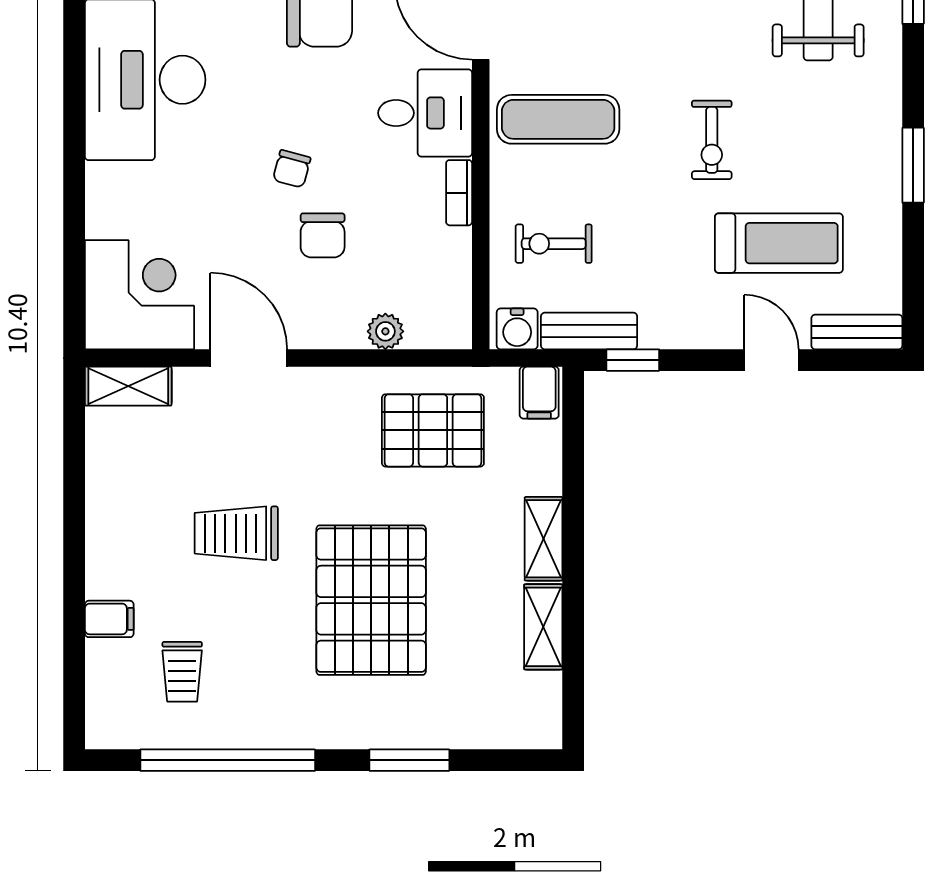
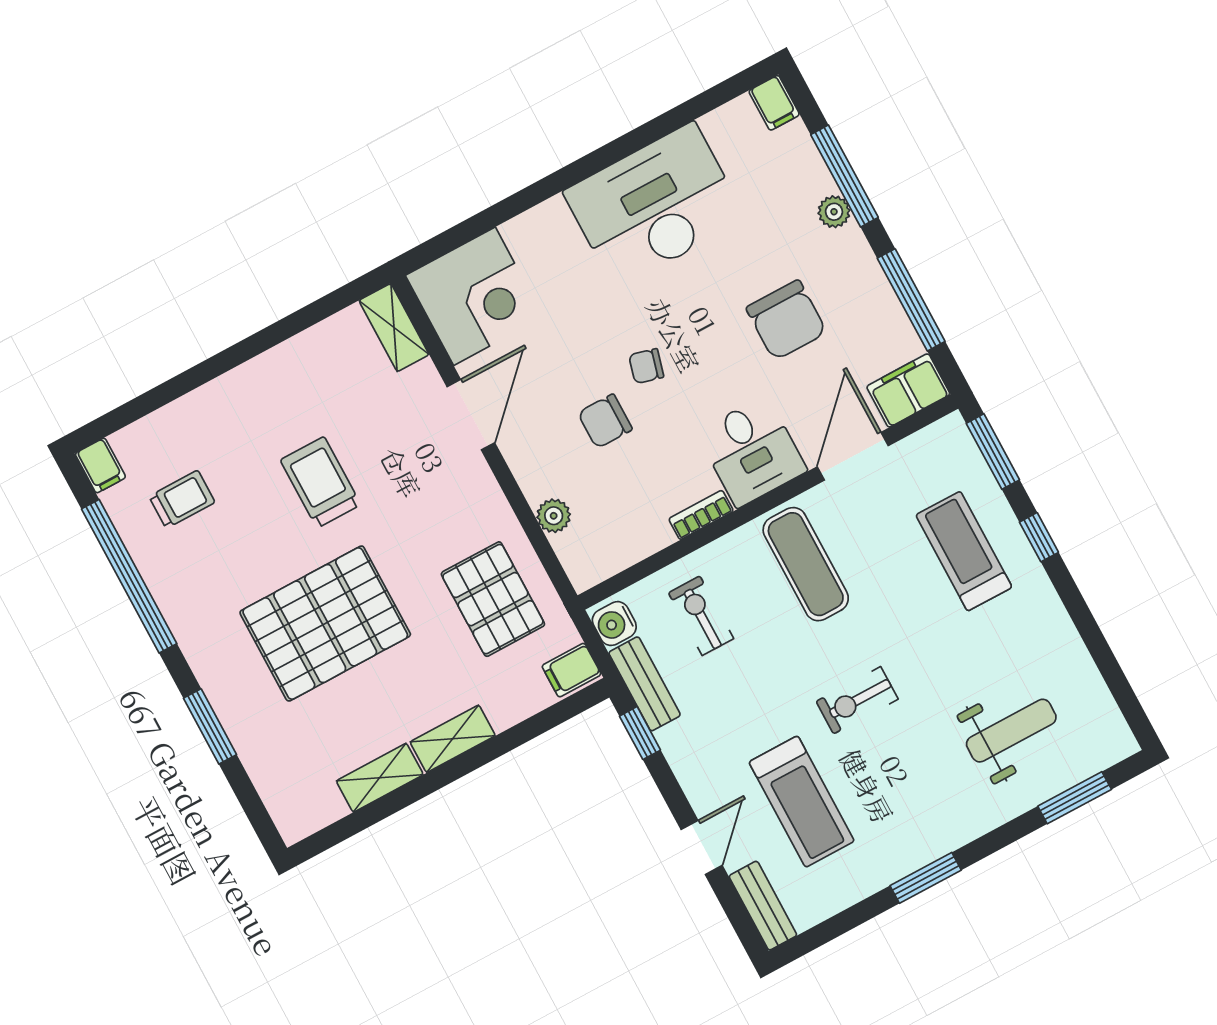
filing cabinet: (109, 619) -> (100, 465), moved
trolley: (182, 672) -> (182, 499), turned 180

